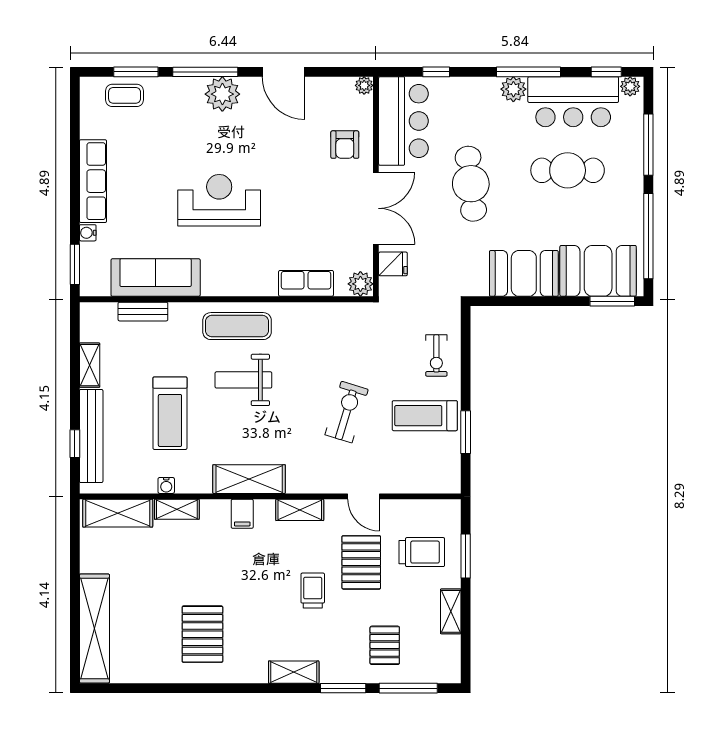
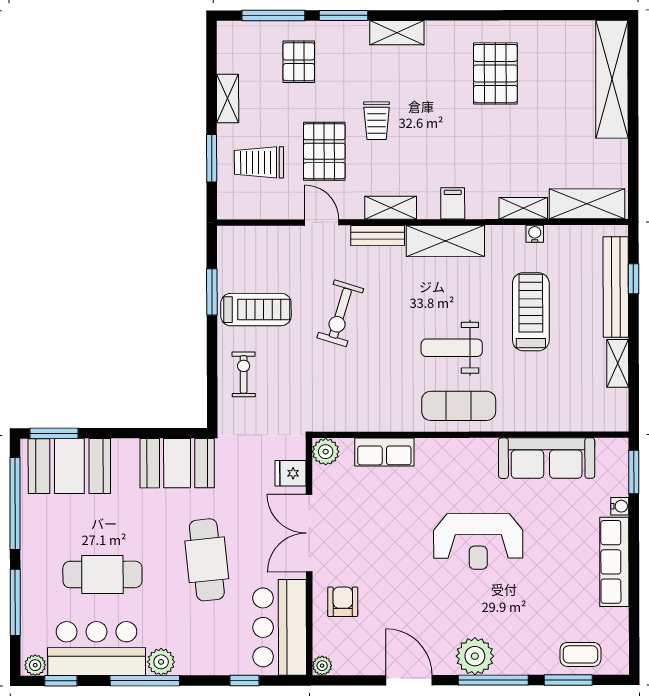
booth: (524, 273) -> (177, 463), moved
bench: (143, 312) -> (378, 236), moved
weight bench: (243, 380) -> (452, 348), turned 180

